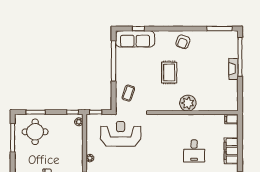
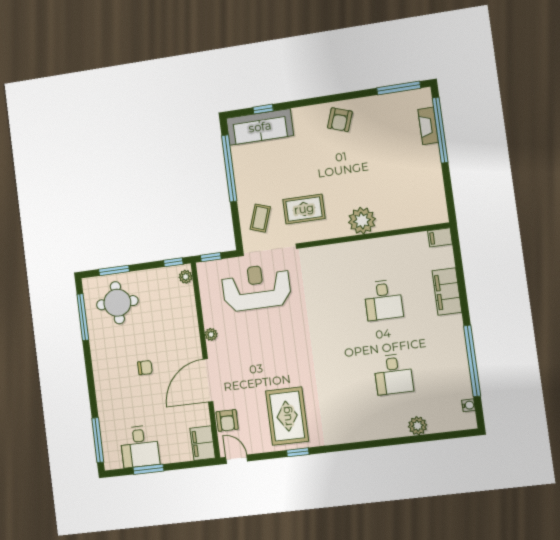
fireplace: (233, 69) -> (428, 126), moved
rug: (169, 72) -> (304, 209), moved, turned 90

